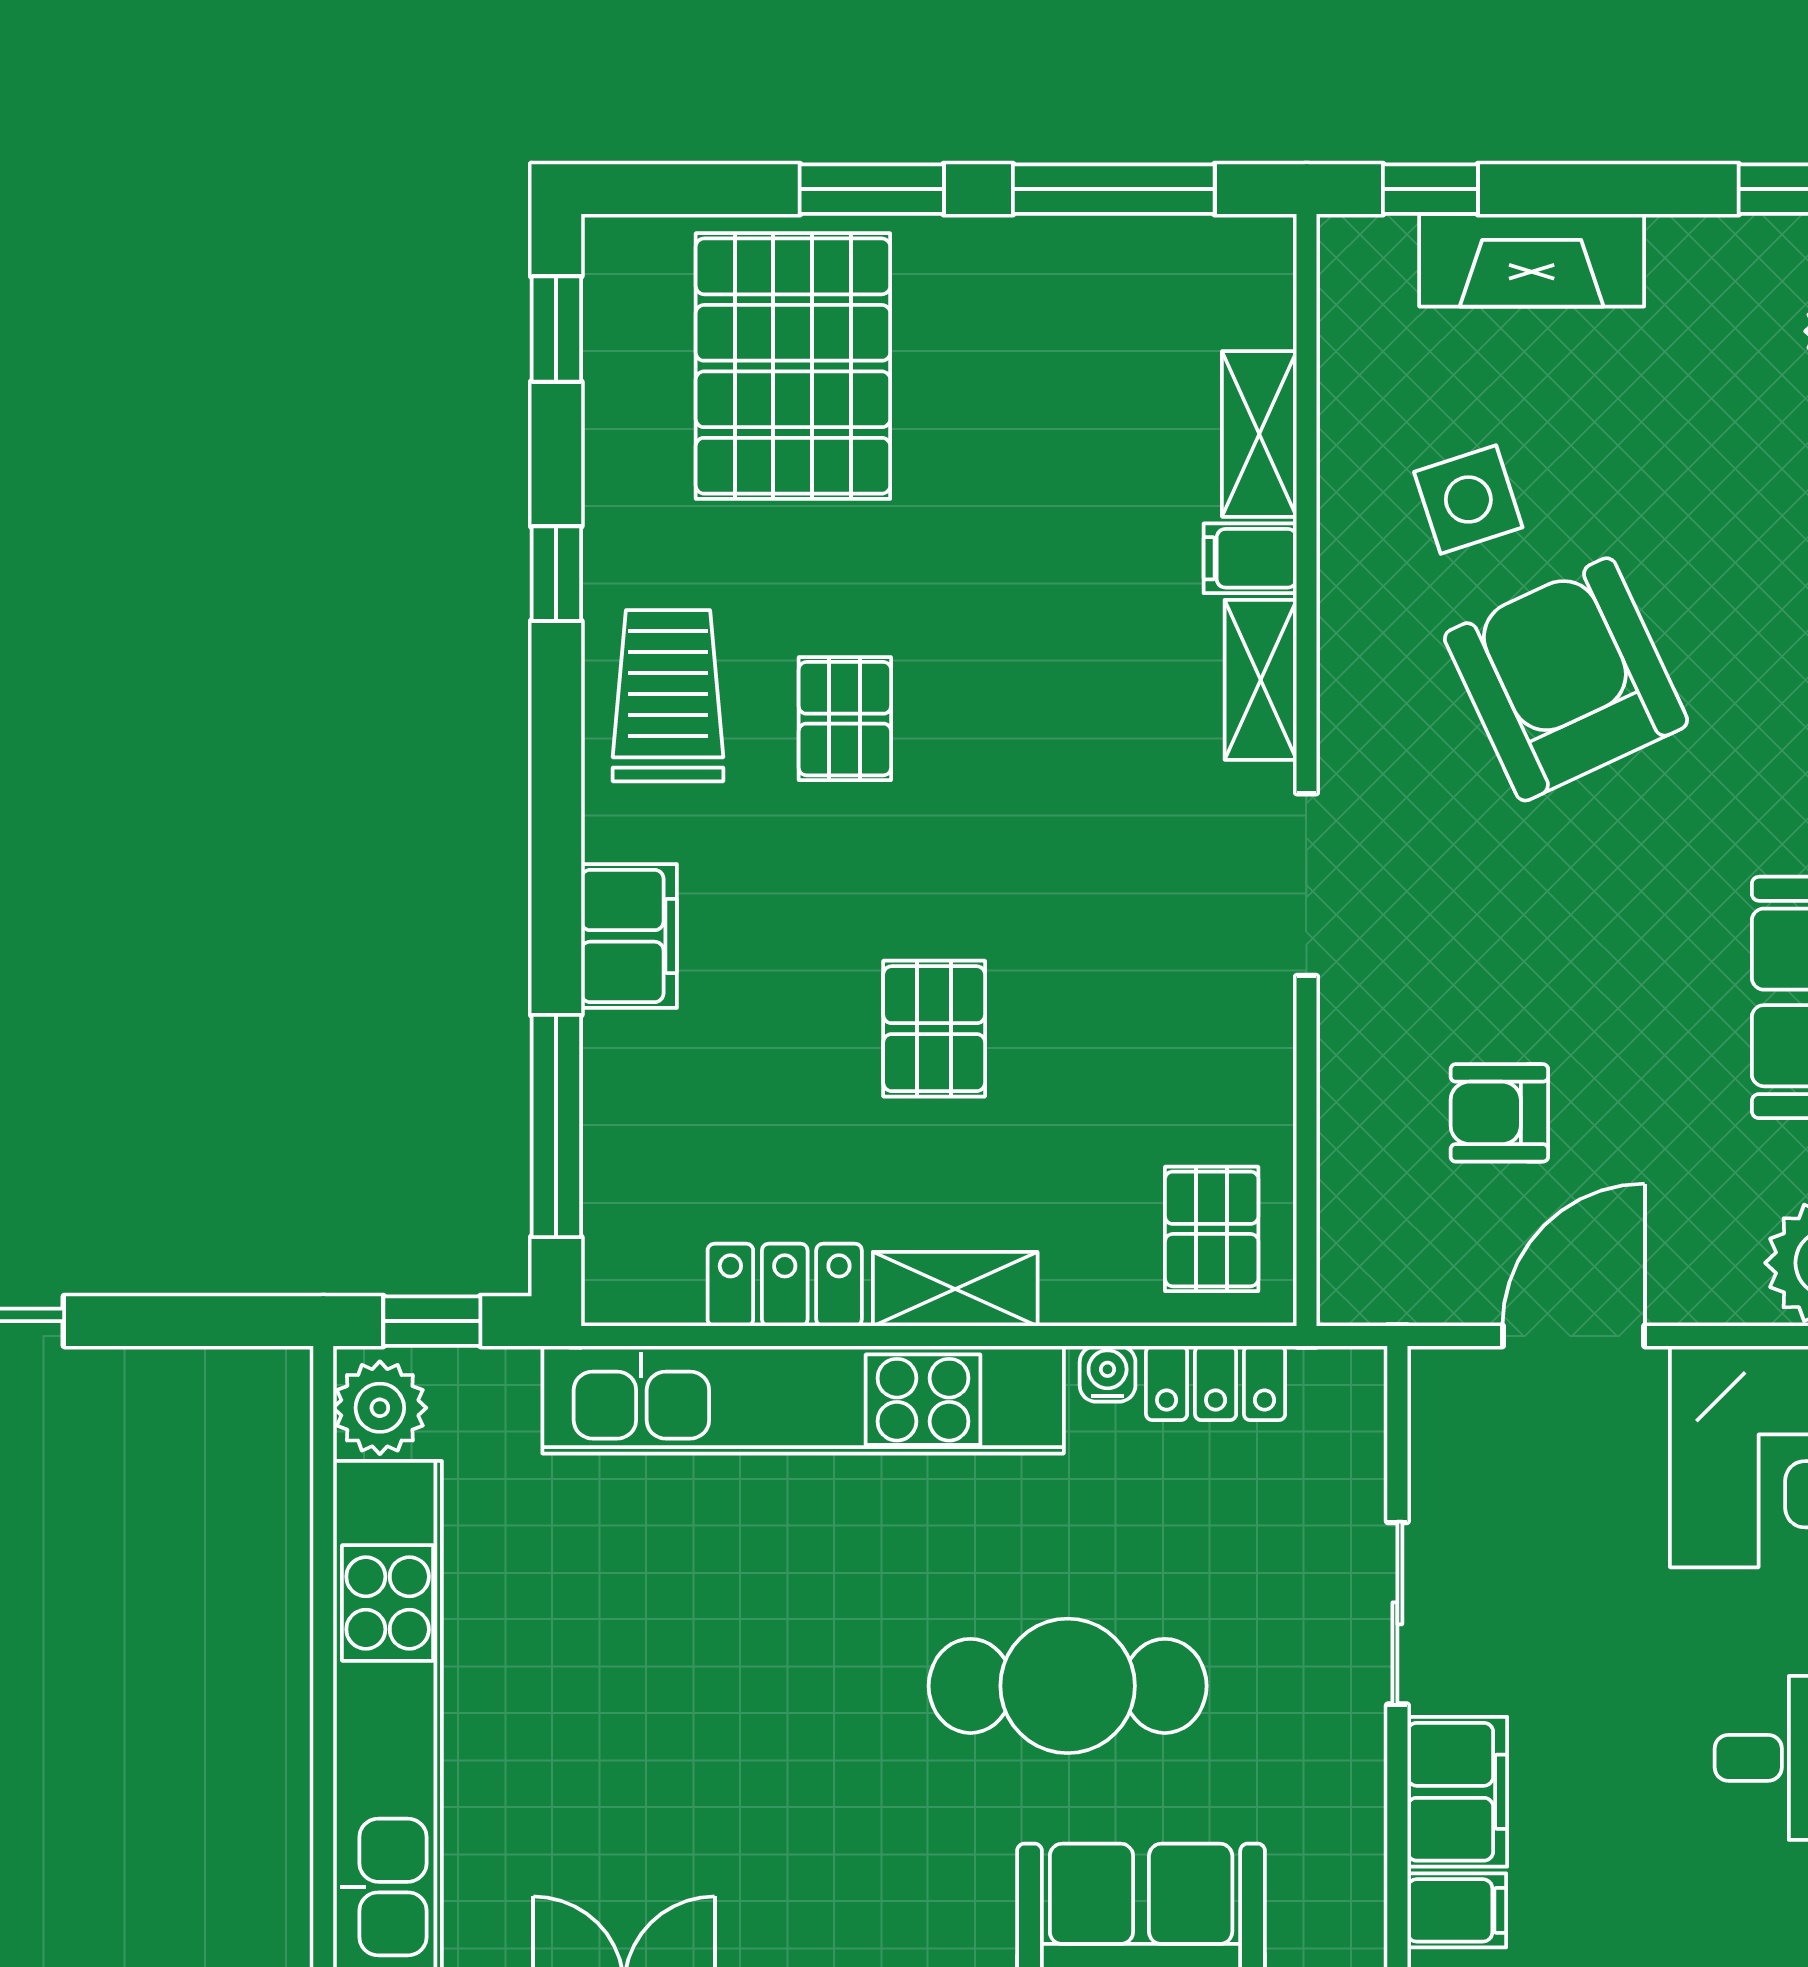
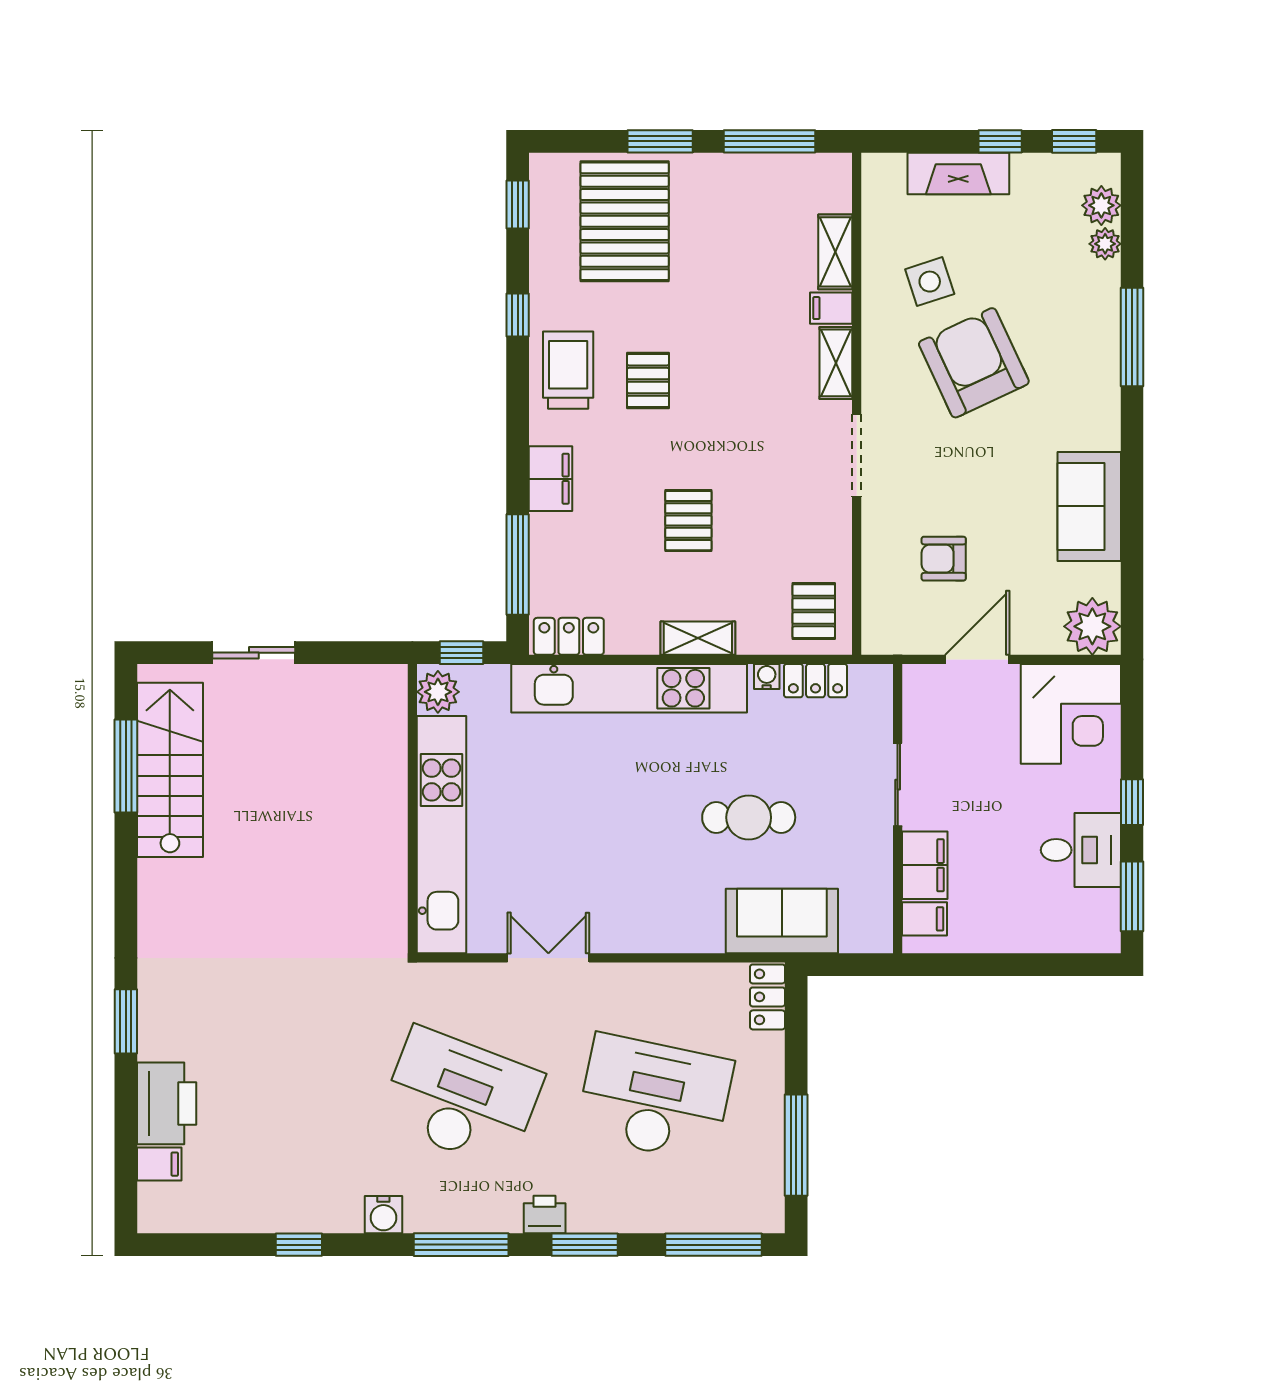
window: (1430, 189) -> (1000, 141), moved
locker: (785, 1285) -> (569, 636), moved
cafe table: (1068, 1686) -> (749, 817), width x0.73, depth x0.74

